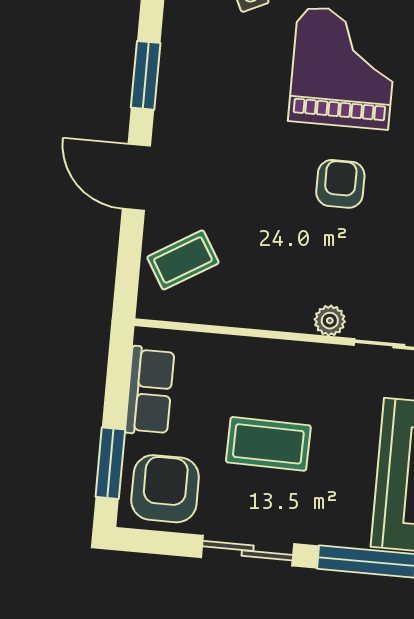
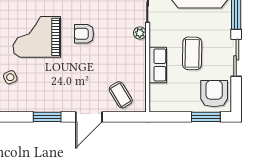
row of seats: (150, 391) -> (158, 65), moved, turned 90
armchair: (165, 489) -> (214, 94), turned 90

